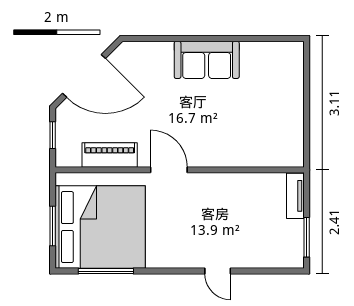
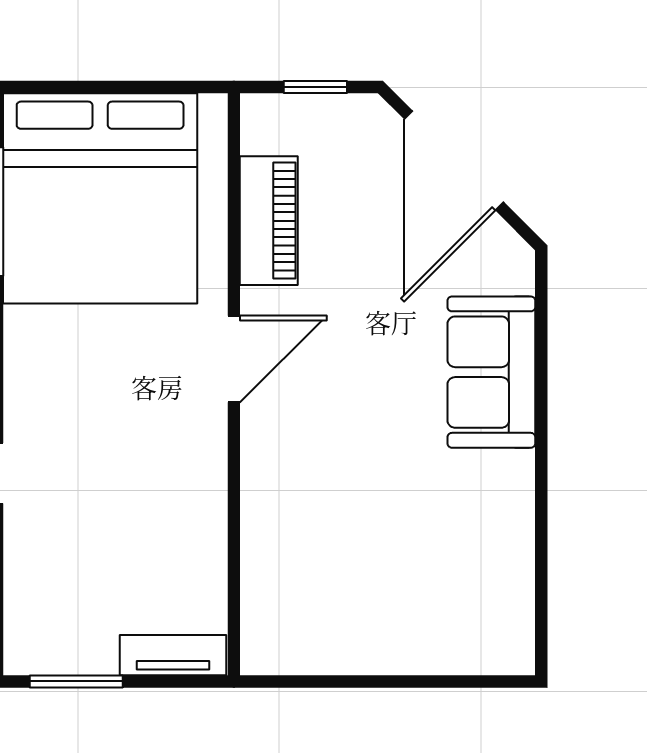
sofa: (207, 60) -> (491, 372), moved
window: (53, 226) -> (103, 87), removed

